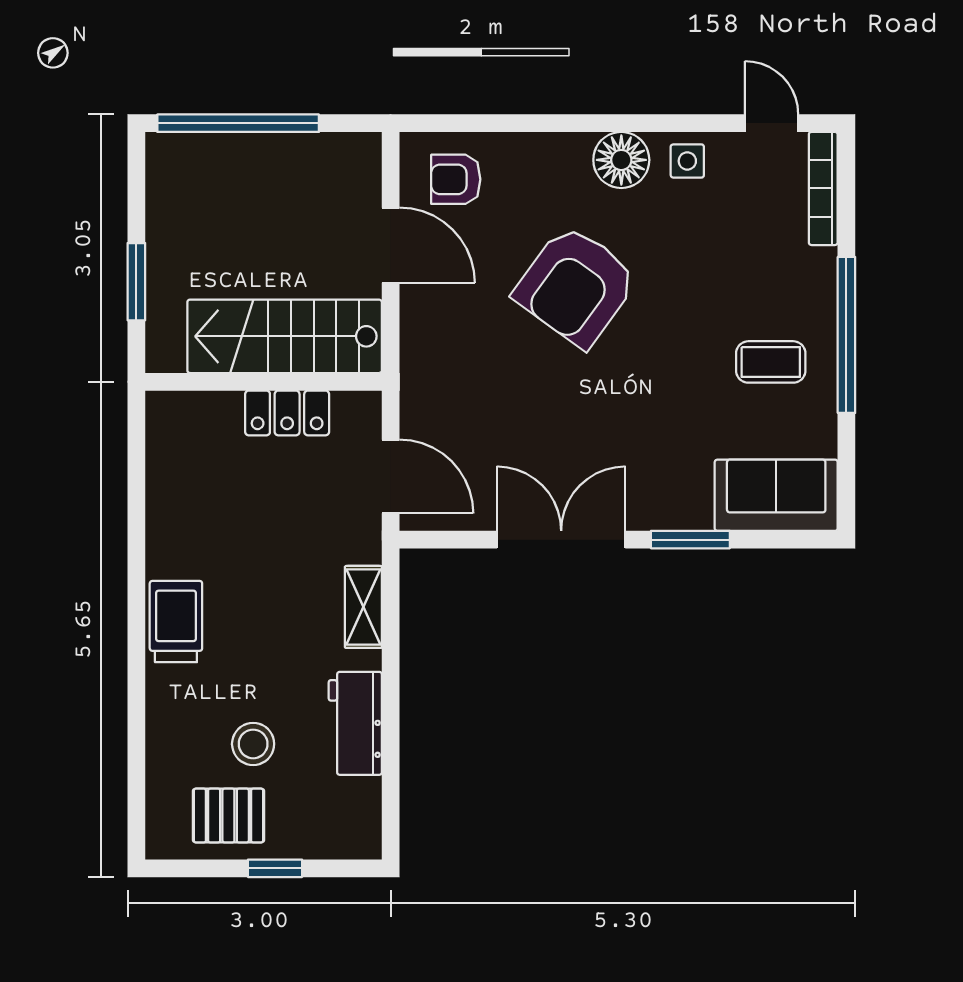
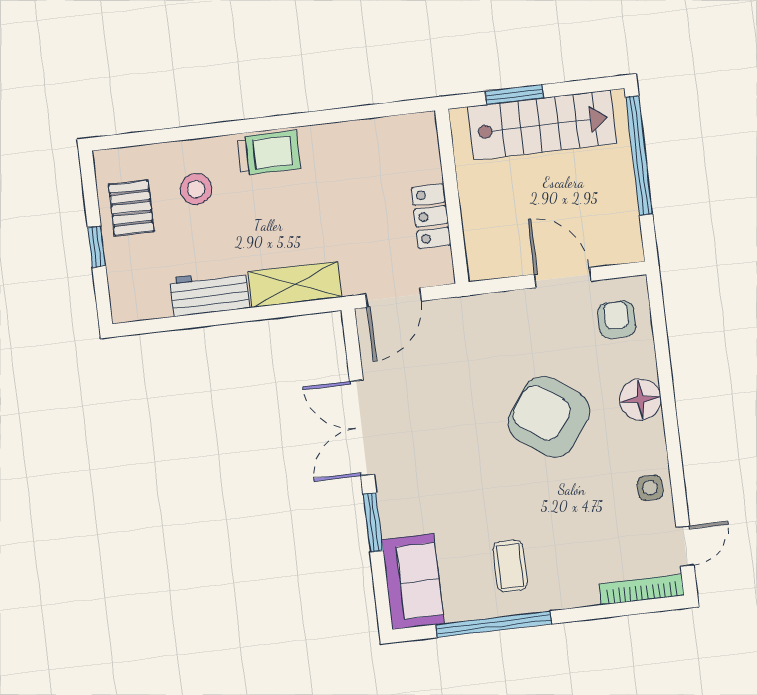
floor lamp: (621, 160) -> (640, 399), moved
door: (391, 245) -> (563, 278), swing flipped
window: (846, 335) -> (494, 624), moved
stairs: (285, 336) -> (542, 125), moved, turned 90
double door: (561, 540) -> (362, 428), swing flipped
shelving: (363, 607) -> (295, 284), width x1.50, depth x1.33
stool: (253, 744) -> (196, 189), moved

